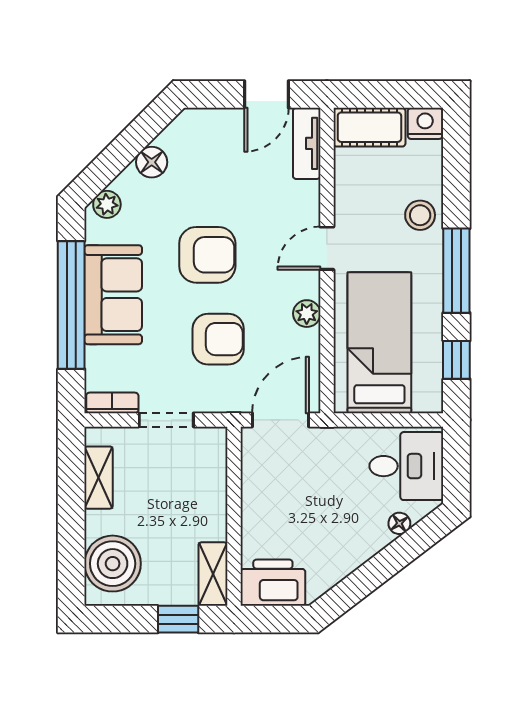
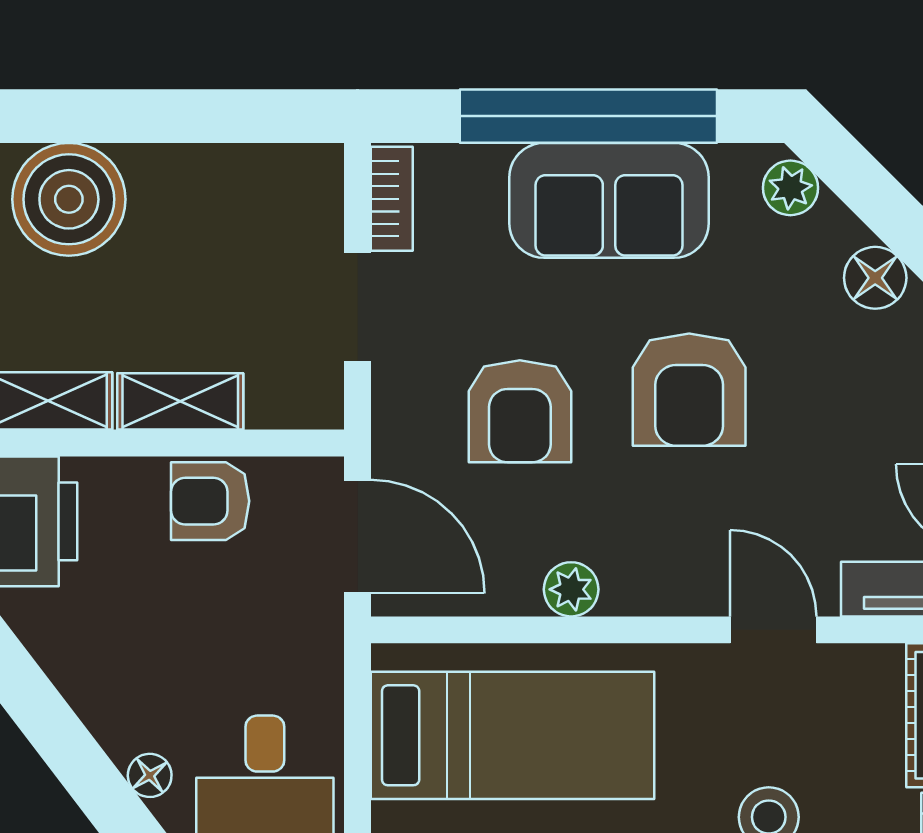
door: (327, 248) -> (773, 630), moved
shelving: (99, 478) -> (180, 401), moved
armchair: (263, 493) -> (210, 501), added

